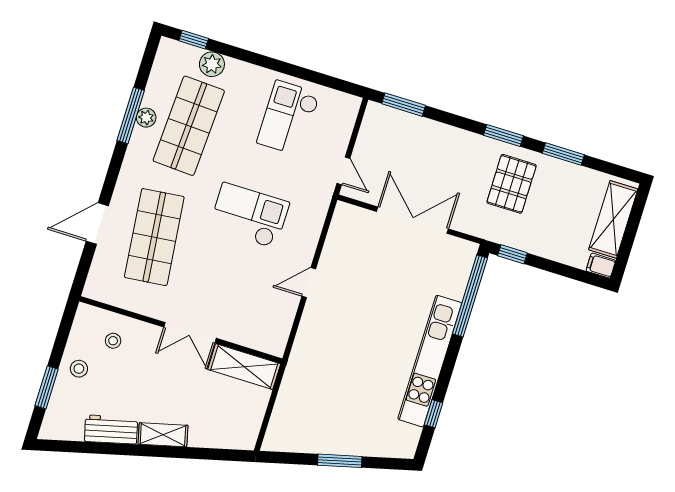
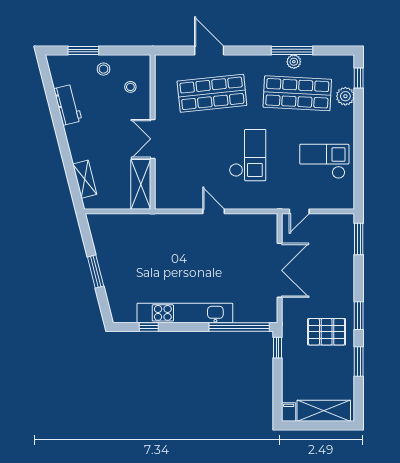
shelving: (163, 435) -> (85, 179), moved

